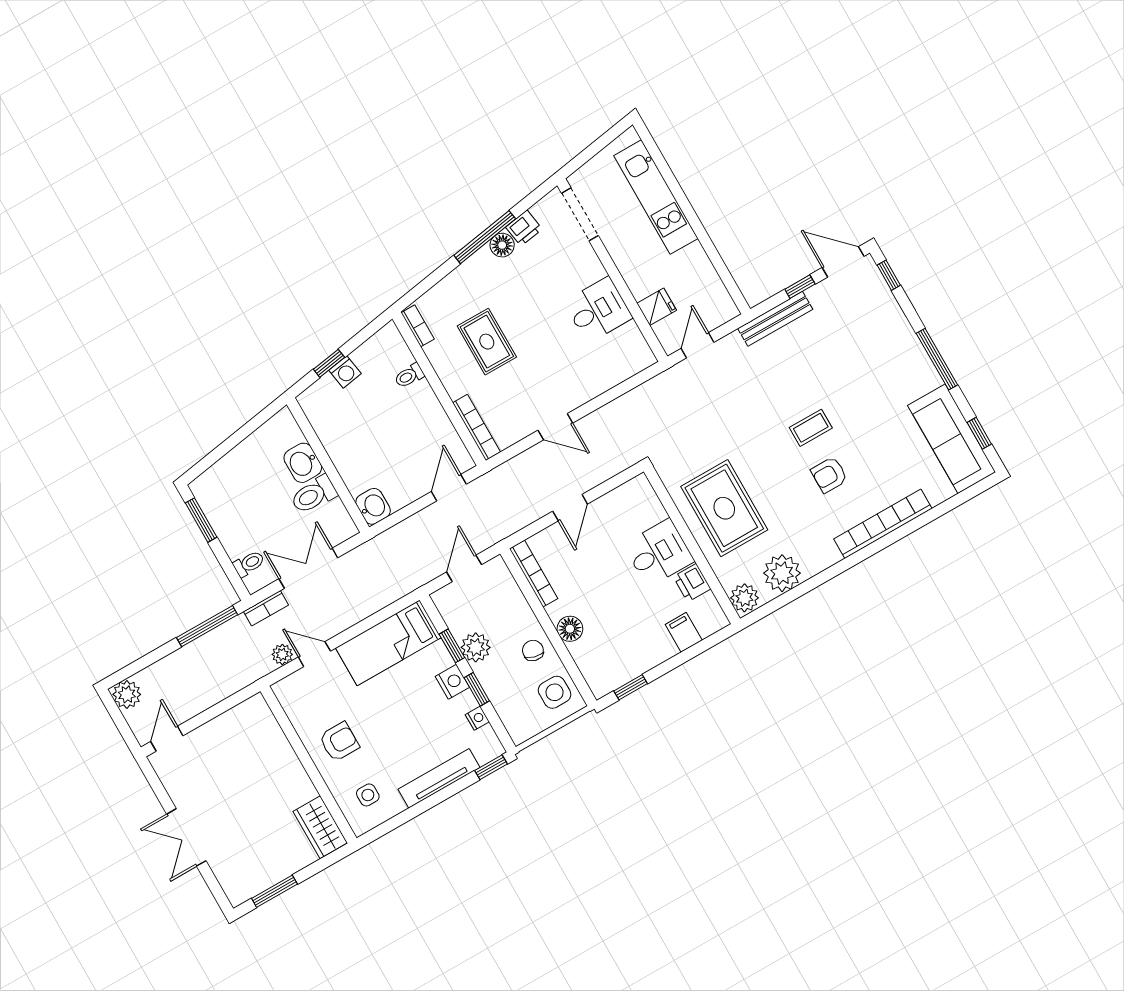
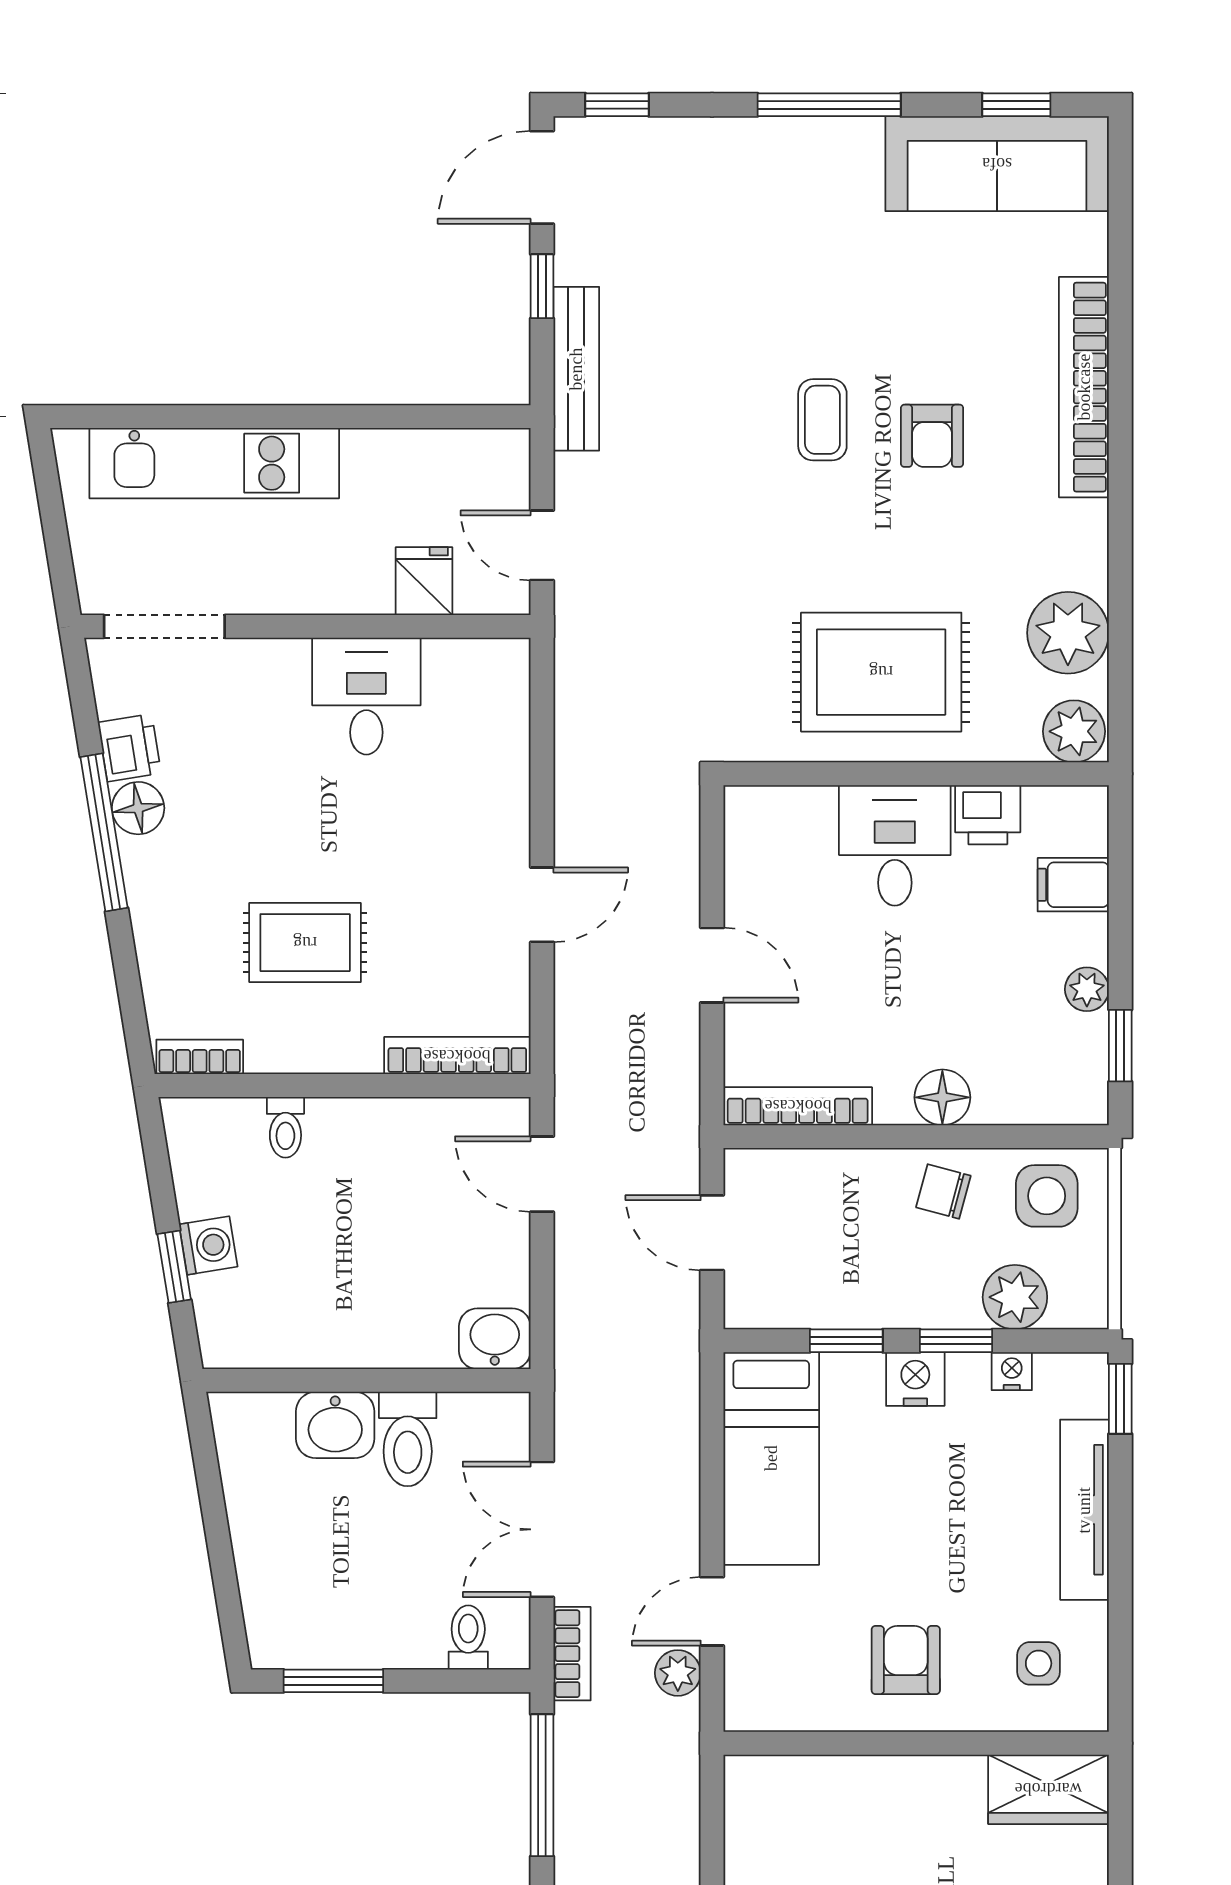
plant: (476, 647) -> (1015, 1297), moved
plant: (645, 661) -> (1087, 989), added

